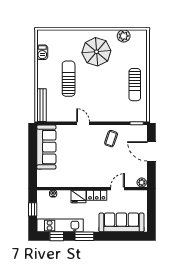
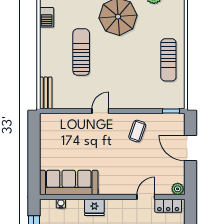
bench: (42, 105) -> (46, 93), width x0.73
door: (83, 123) -> (100, 111), hinge flipped
sofa: (46, 147) -> (69, 182), moved, turned -90
locker: (97, 195) -> (168, 206), moved

